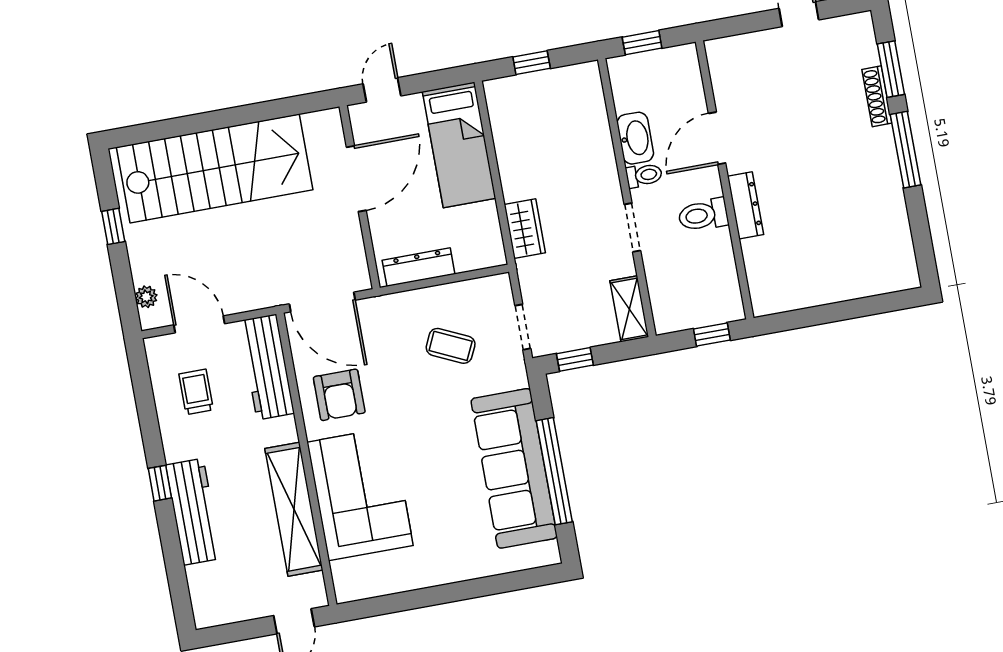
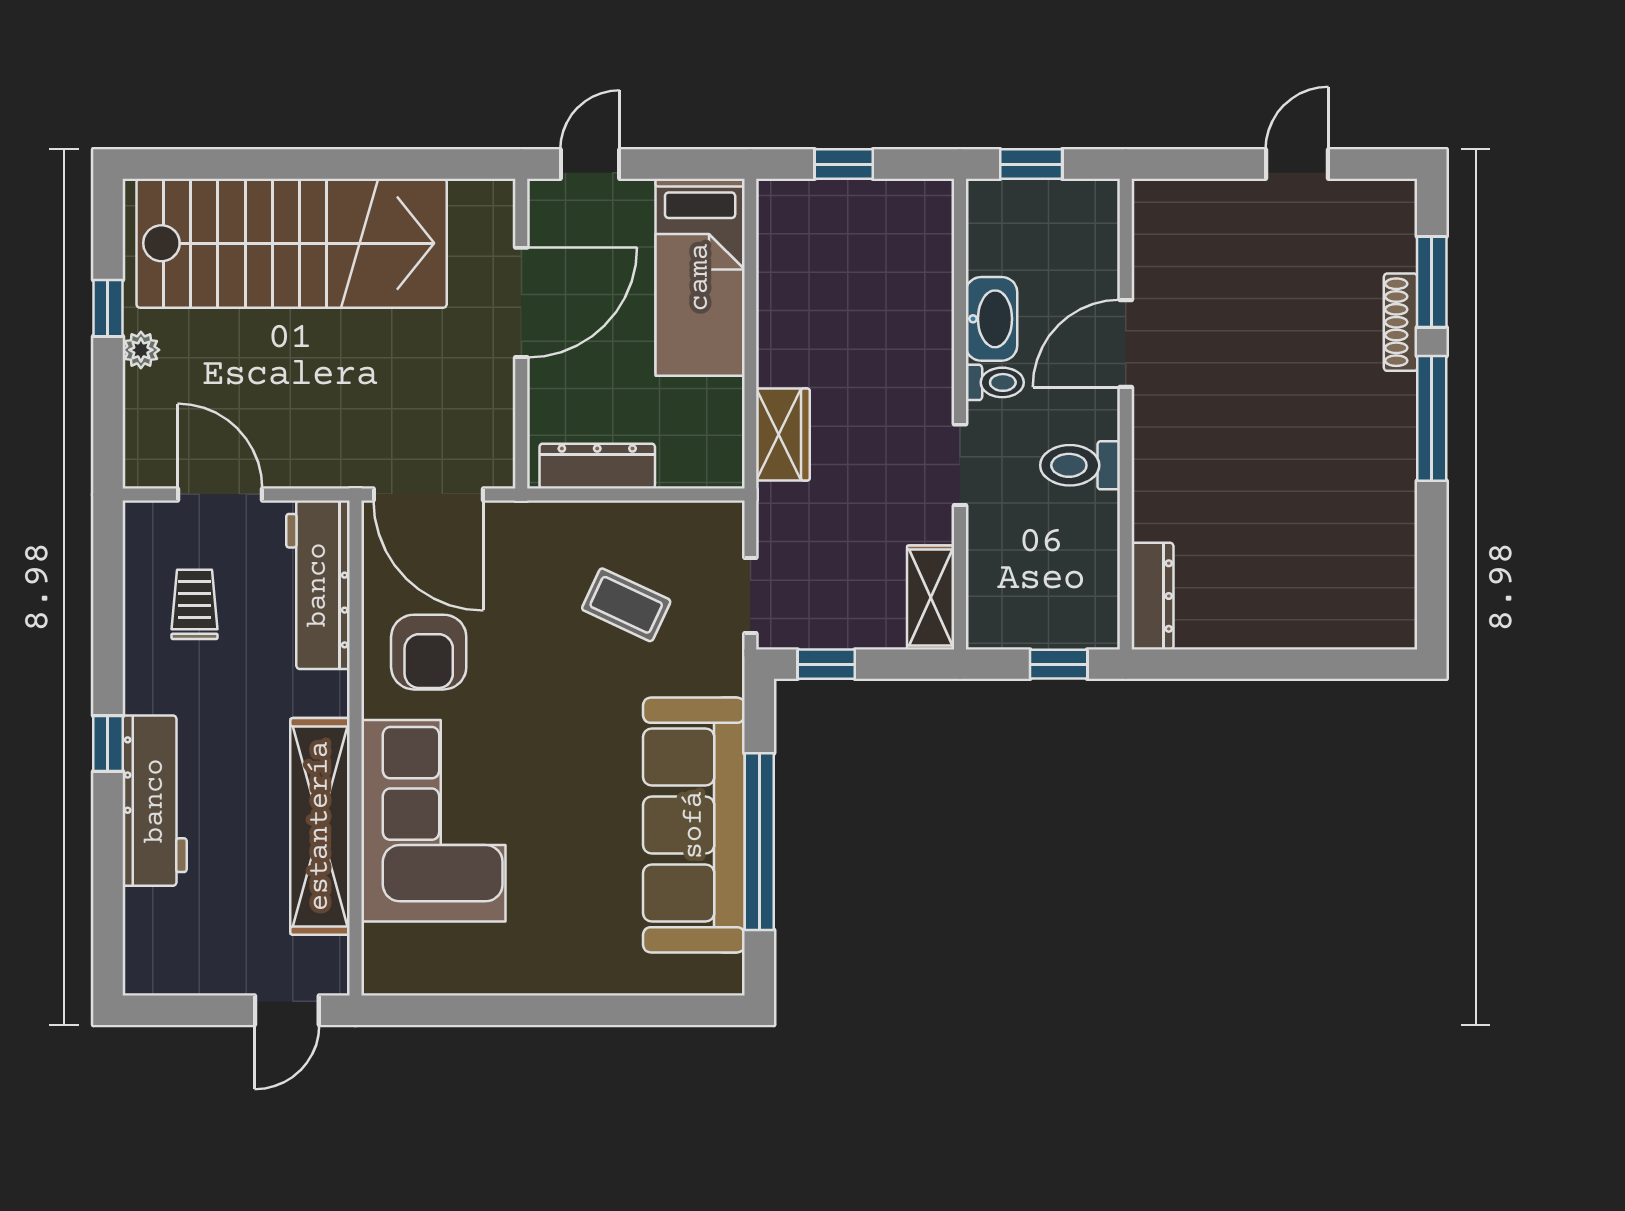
dresser: (746, 205) -> (1152, 596), moved
plant: (146, 297) -> (141, 350), moved

